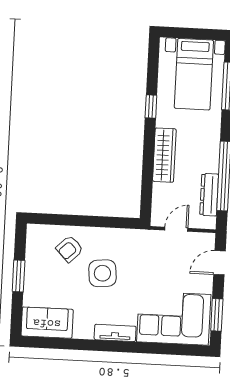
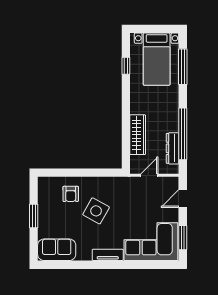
window: (151, 106) -> (126, 66), moved
wardrobe: (164, 155) -> (138, 135), moved
armchair: (70, 249) -> (71, 194), turned -46
side table: (102, 273) -> (96, 211), turned 34

